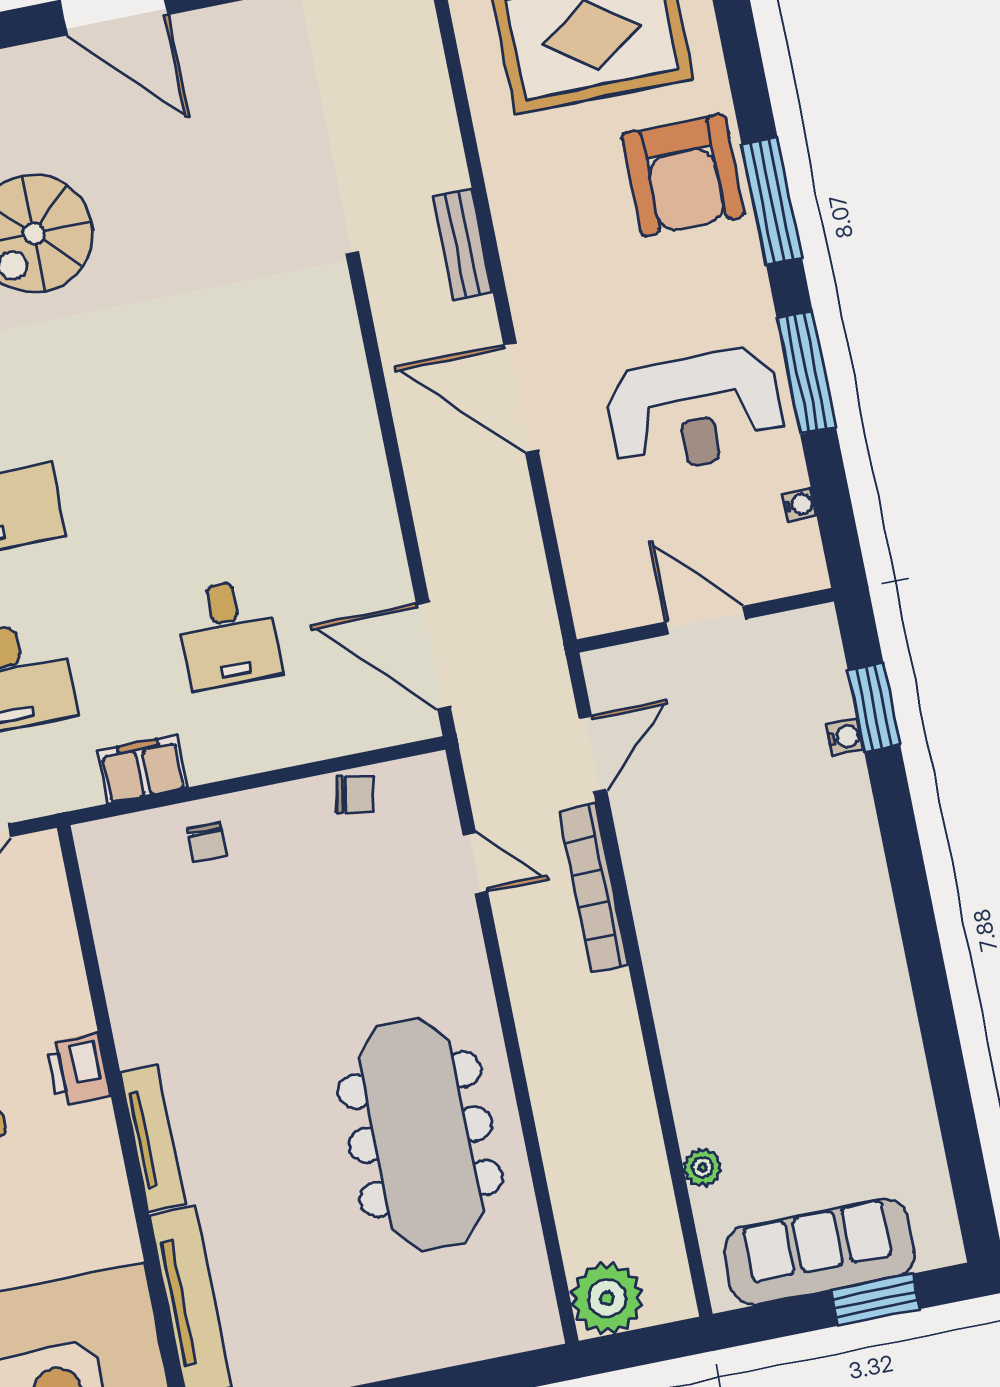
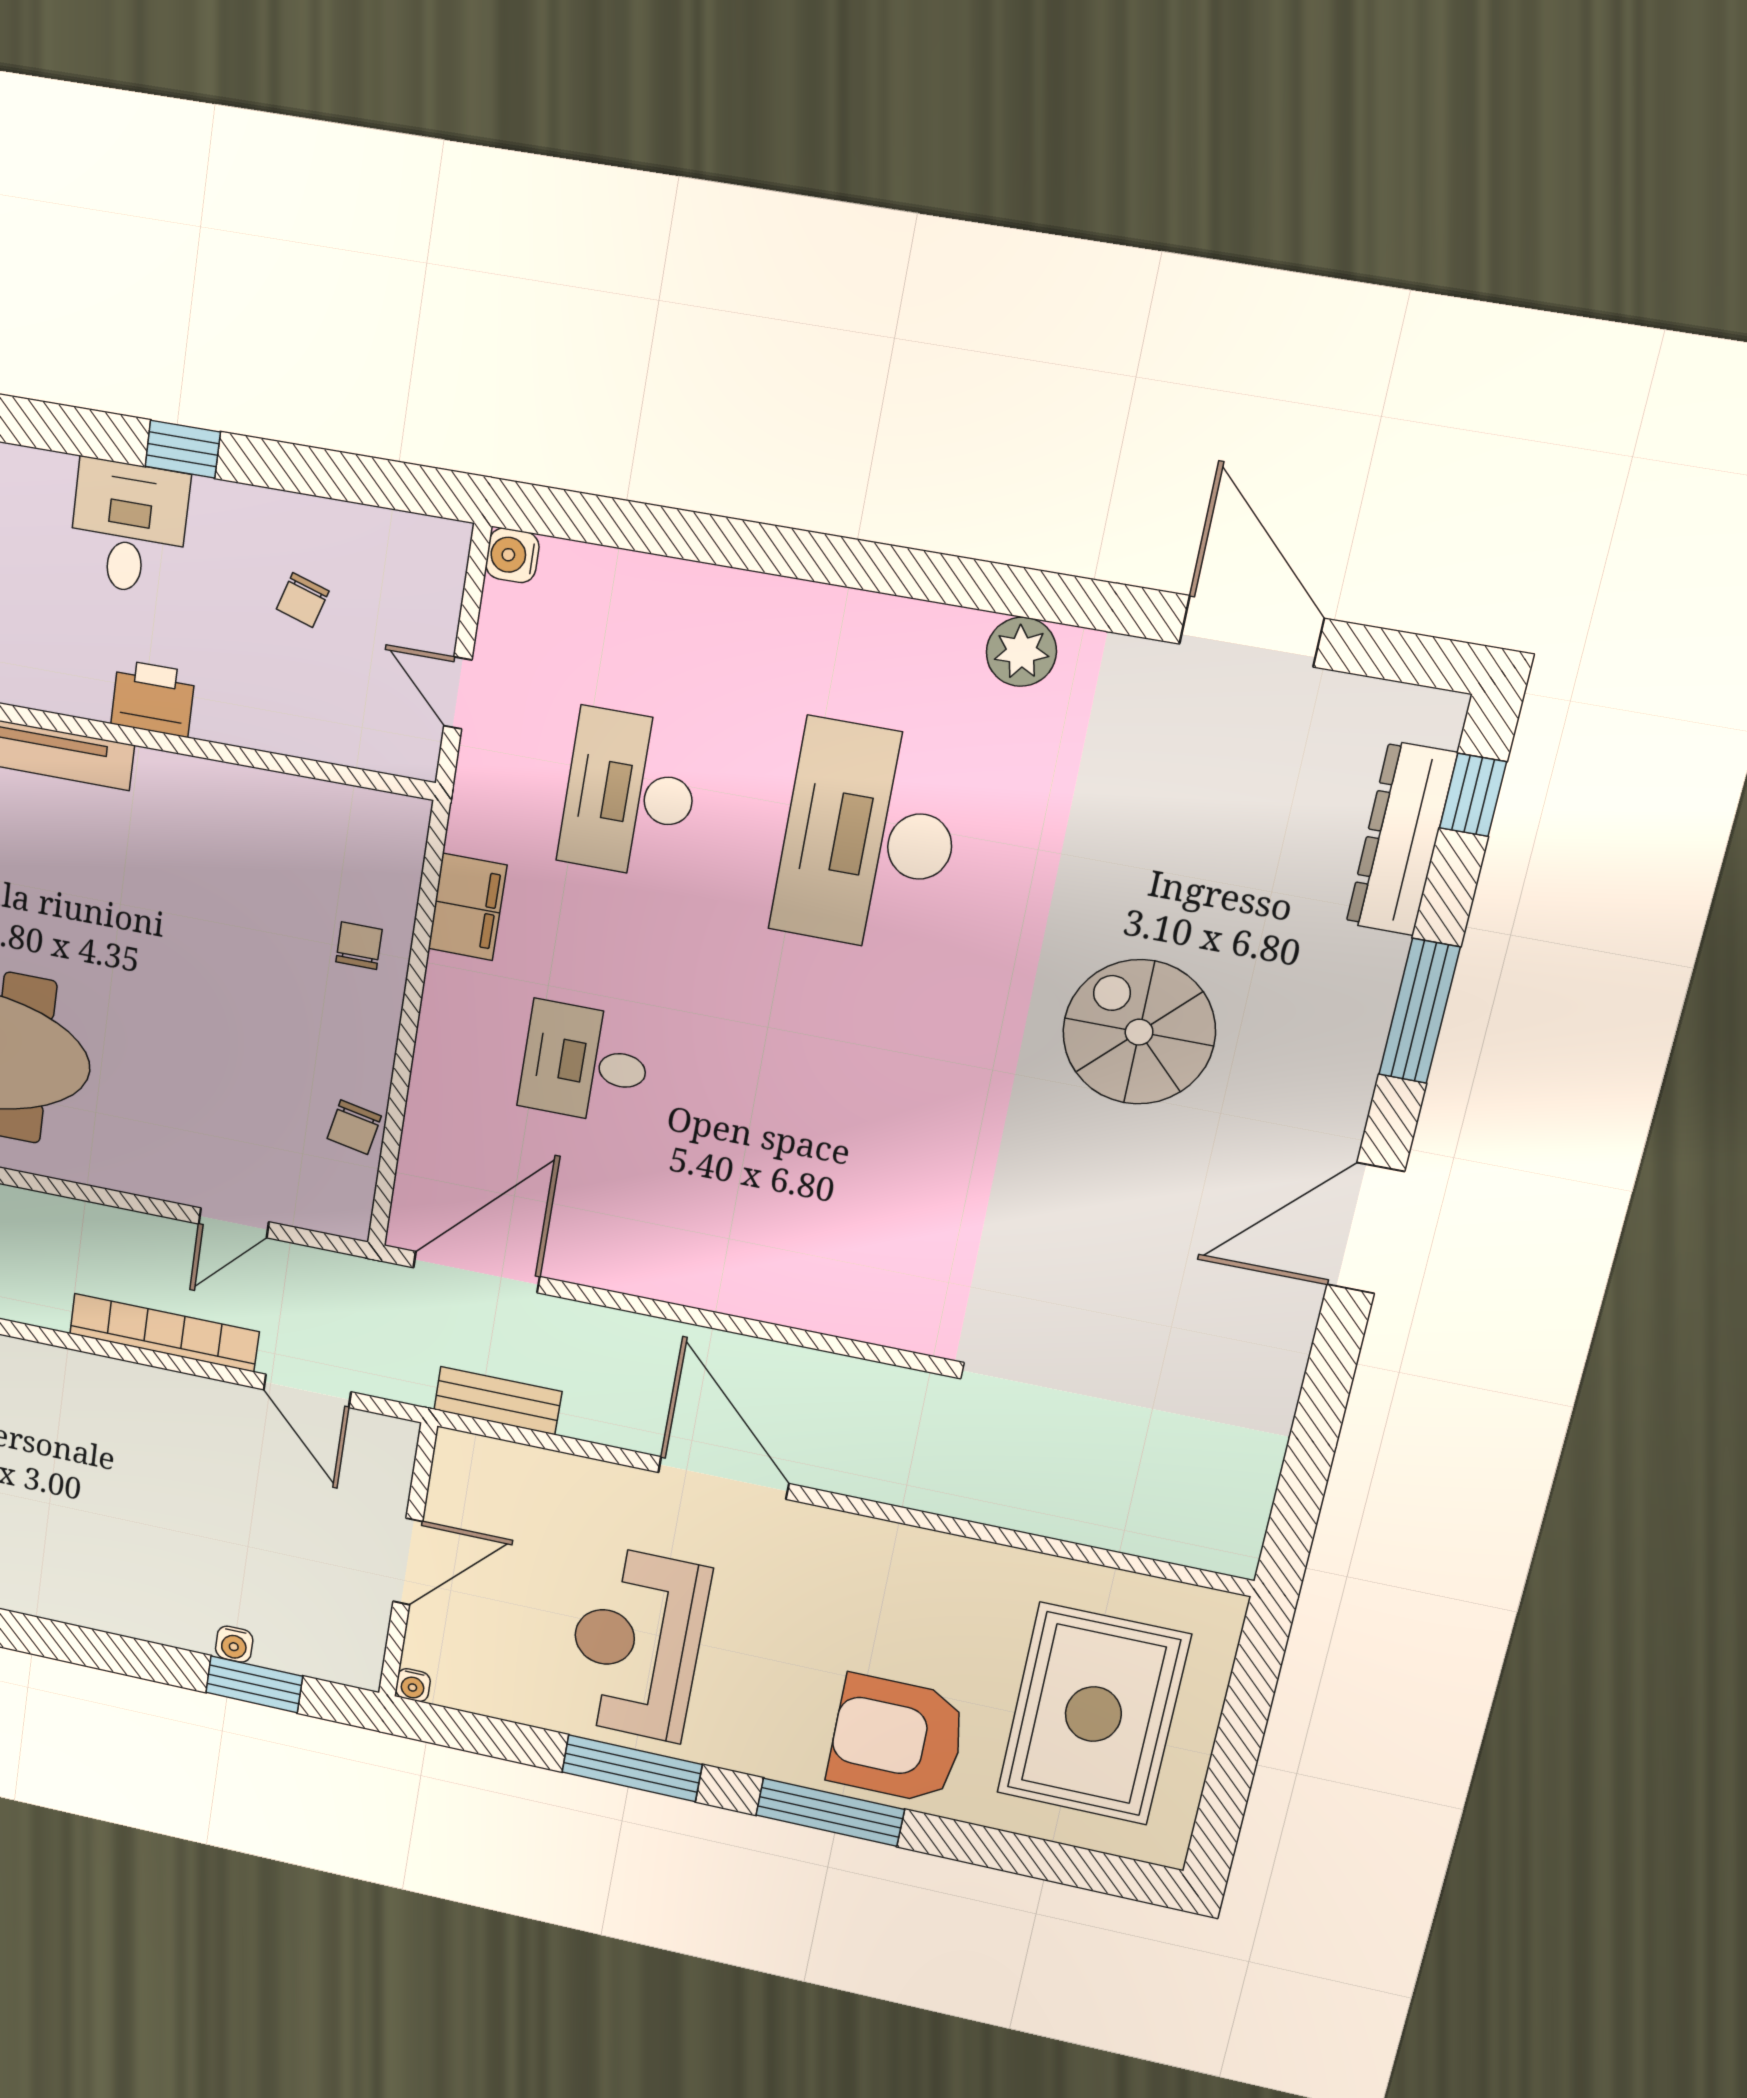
bench: (463, 244) -> (498, 1401), moved
door: (521, 398) -> (723, 1478), hinge flipped
water cooler: (800, 504) -> (413, 1685), moved
chair: (207, 842) -> (359, 946), turned 90

